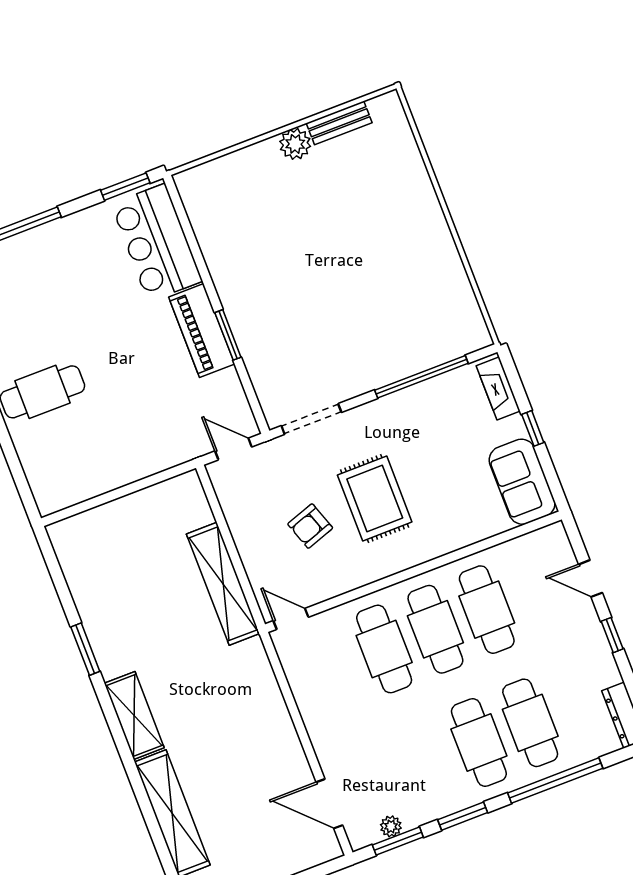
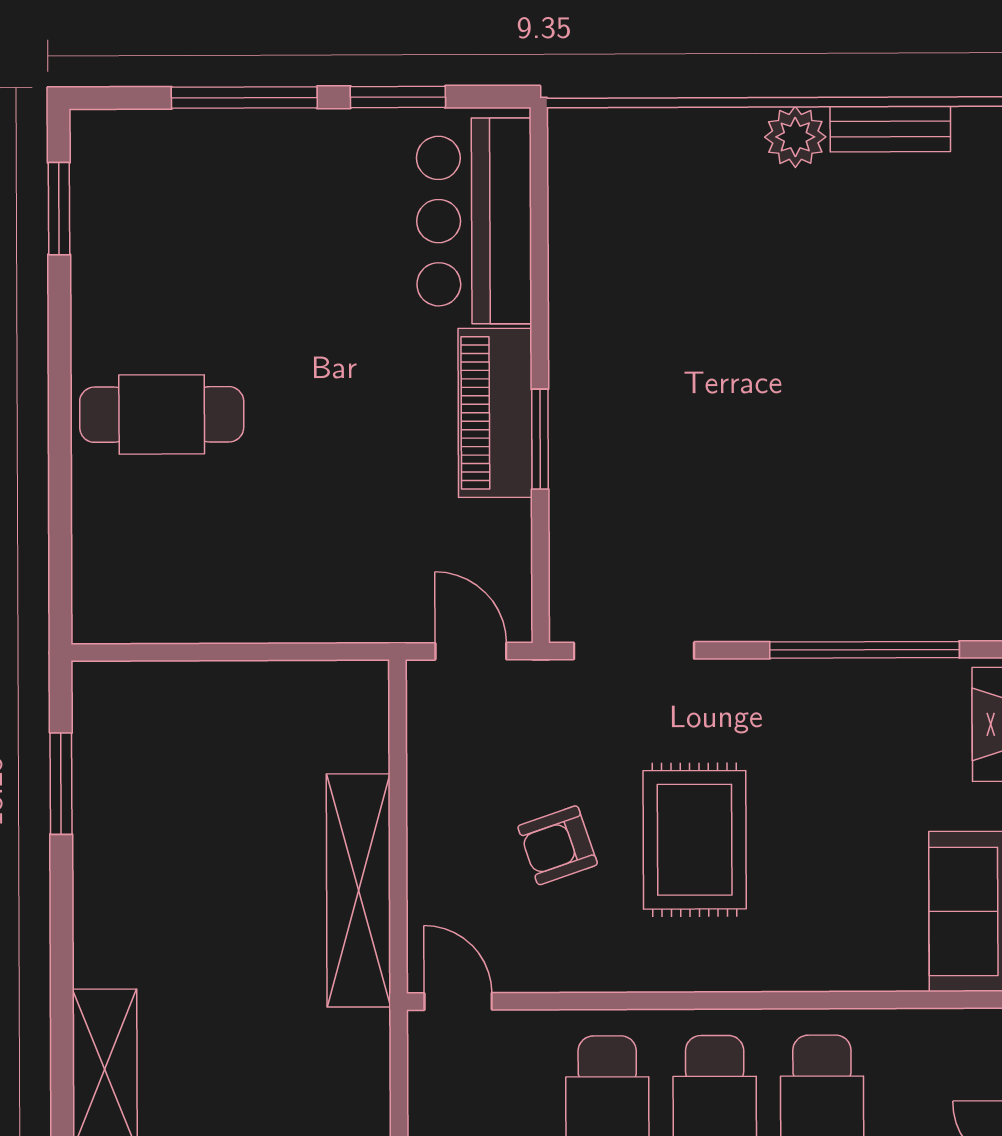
window: (125, 187) -> (398, 97), moved
window: (85, 649) -> (61, 784), moved

